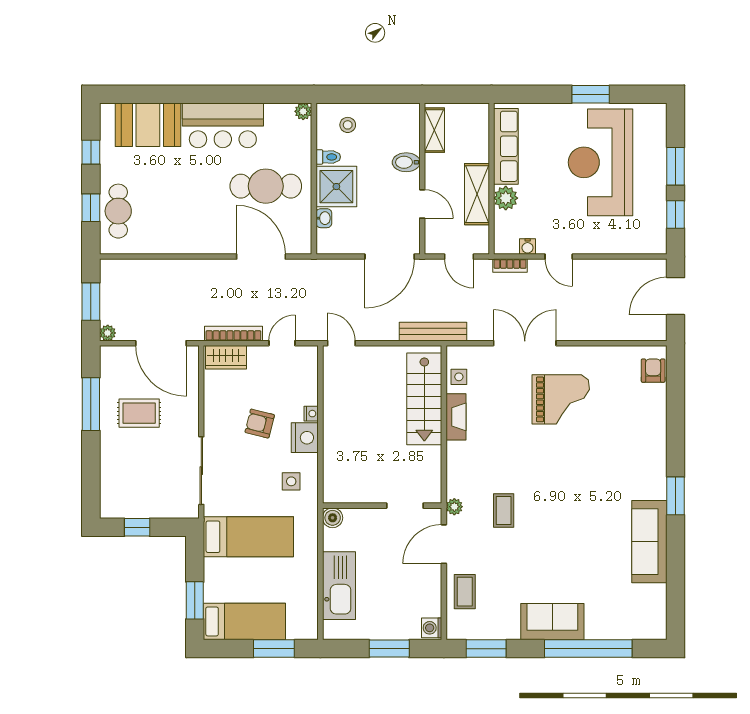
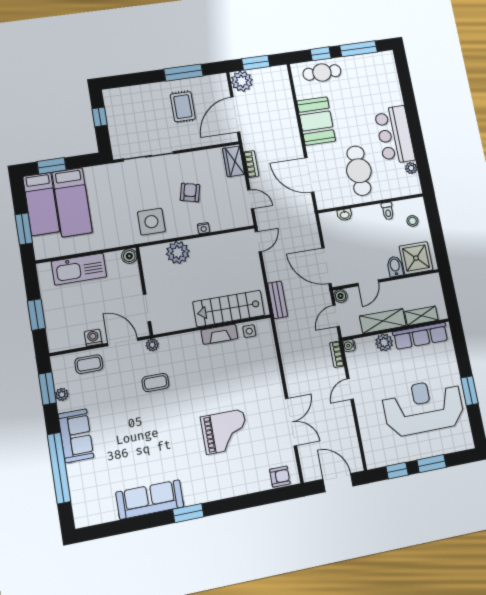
plant: (303, 111) -> (411, 168), moved
booth: (148, 125) -> (316, 121), moved
shelving: (434, 130) -> (421, 316), moved
window: (91, 152) -> (358, 49), width x2.17
shower: (336, 187) -> (416, 258), moved
boiler: (433, 245) -> (341, 296), added
water cooler: (528, 247) -> (349, 346), moved
door: (261, 257) -> (309, 175), swing flipped
bench: (433, 332) -> (278, 300), width x0.73
plant: (108, 333) -> (242, 81), width x1.88, depth x1.88
bookcase: (233, 334) -> (251, 164), width x0.64
double door: (525, 343) -> (291, 422), moved
grand piano: (561, 399) -> (225, 432), moved, turned -90
nightstand: (305, 438) -> (185, 226), removed
plant: (338, 453) -> (178, 252), added
side table: (291, 481) -> (151, 222), width x1.87, depth x1.87
bed: (248, 537) -> (72, 202), moved
washing machine: (432, 628) -> (93, 338), moved
plant: (497, 631) -> (62, 394), added

